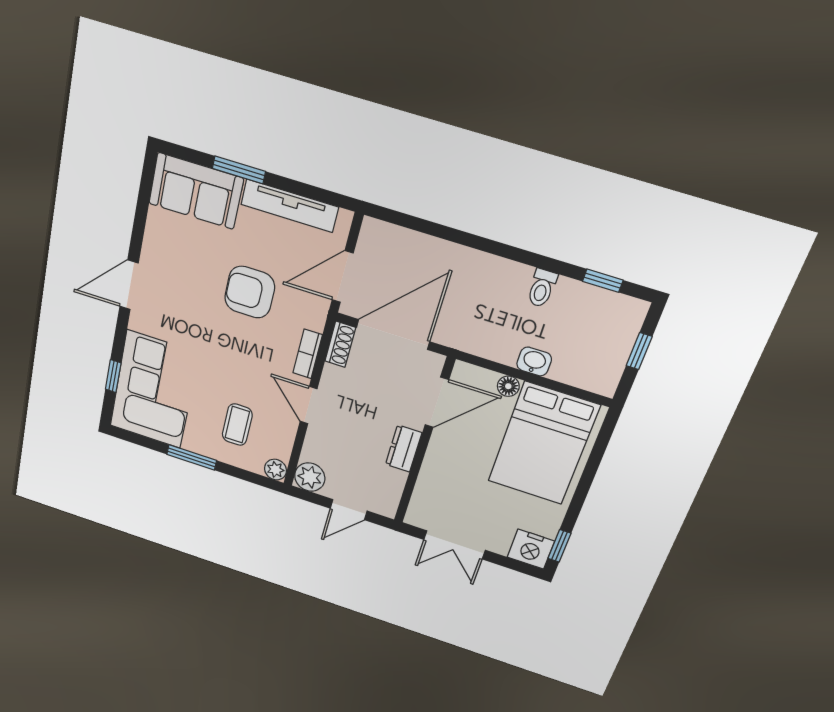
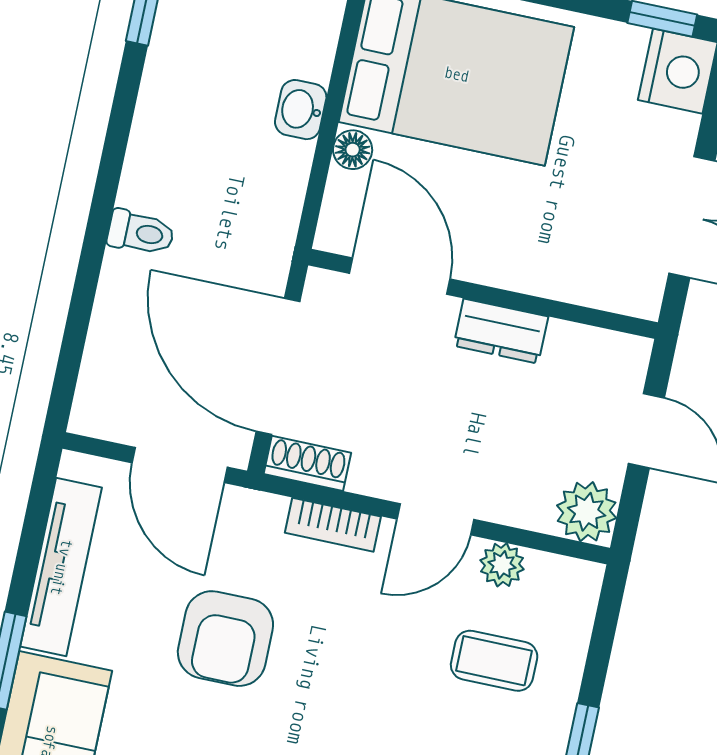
toilet: (542, 288) -> (141, 233), moved
plant: (276, 470) -> (502, 565), moved

